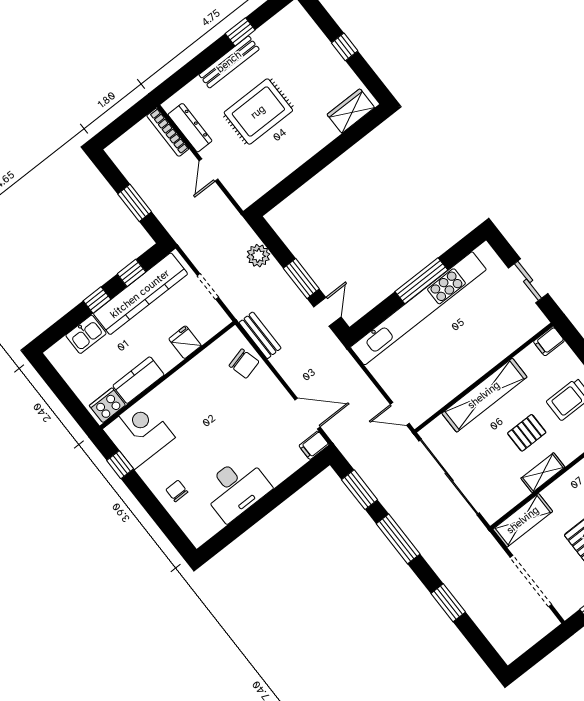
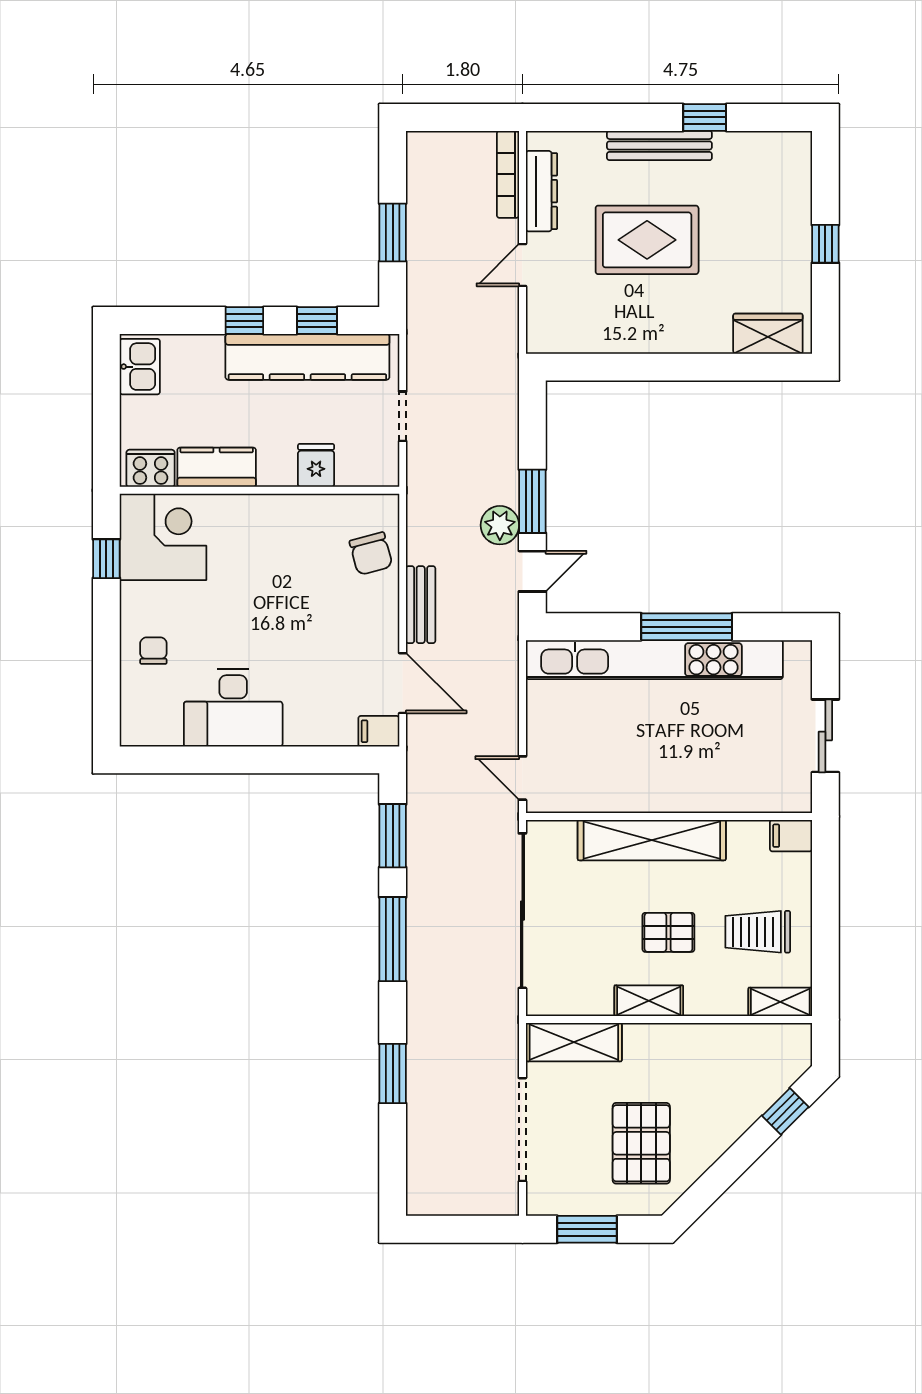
plant: (258, 256) -> (500, 525), moved
kitchen sink: (86, 334) -> (140, 367), moved, turned -90
bench: (260, 335) -> (421, 605), moved

